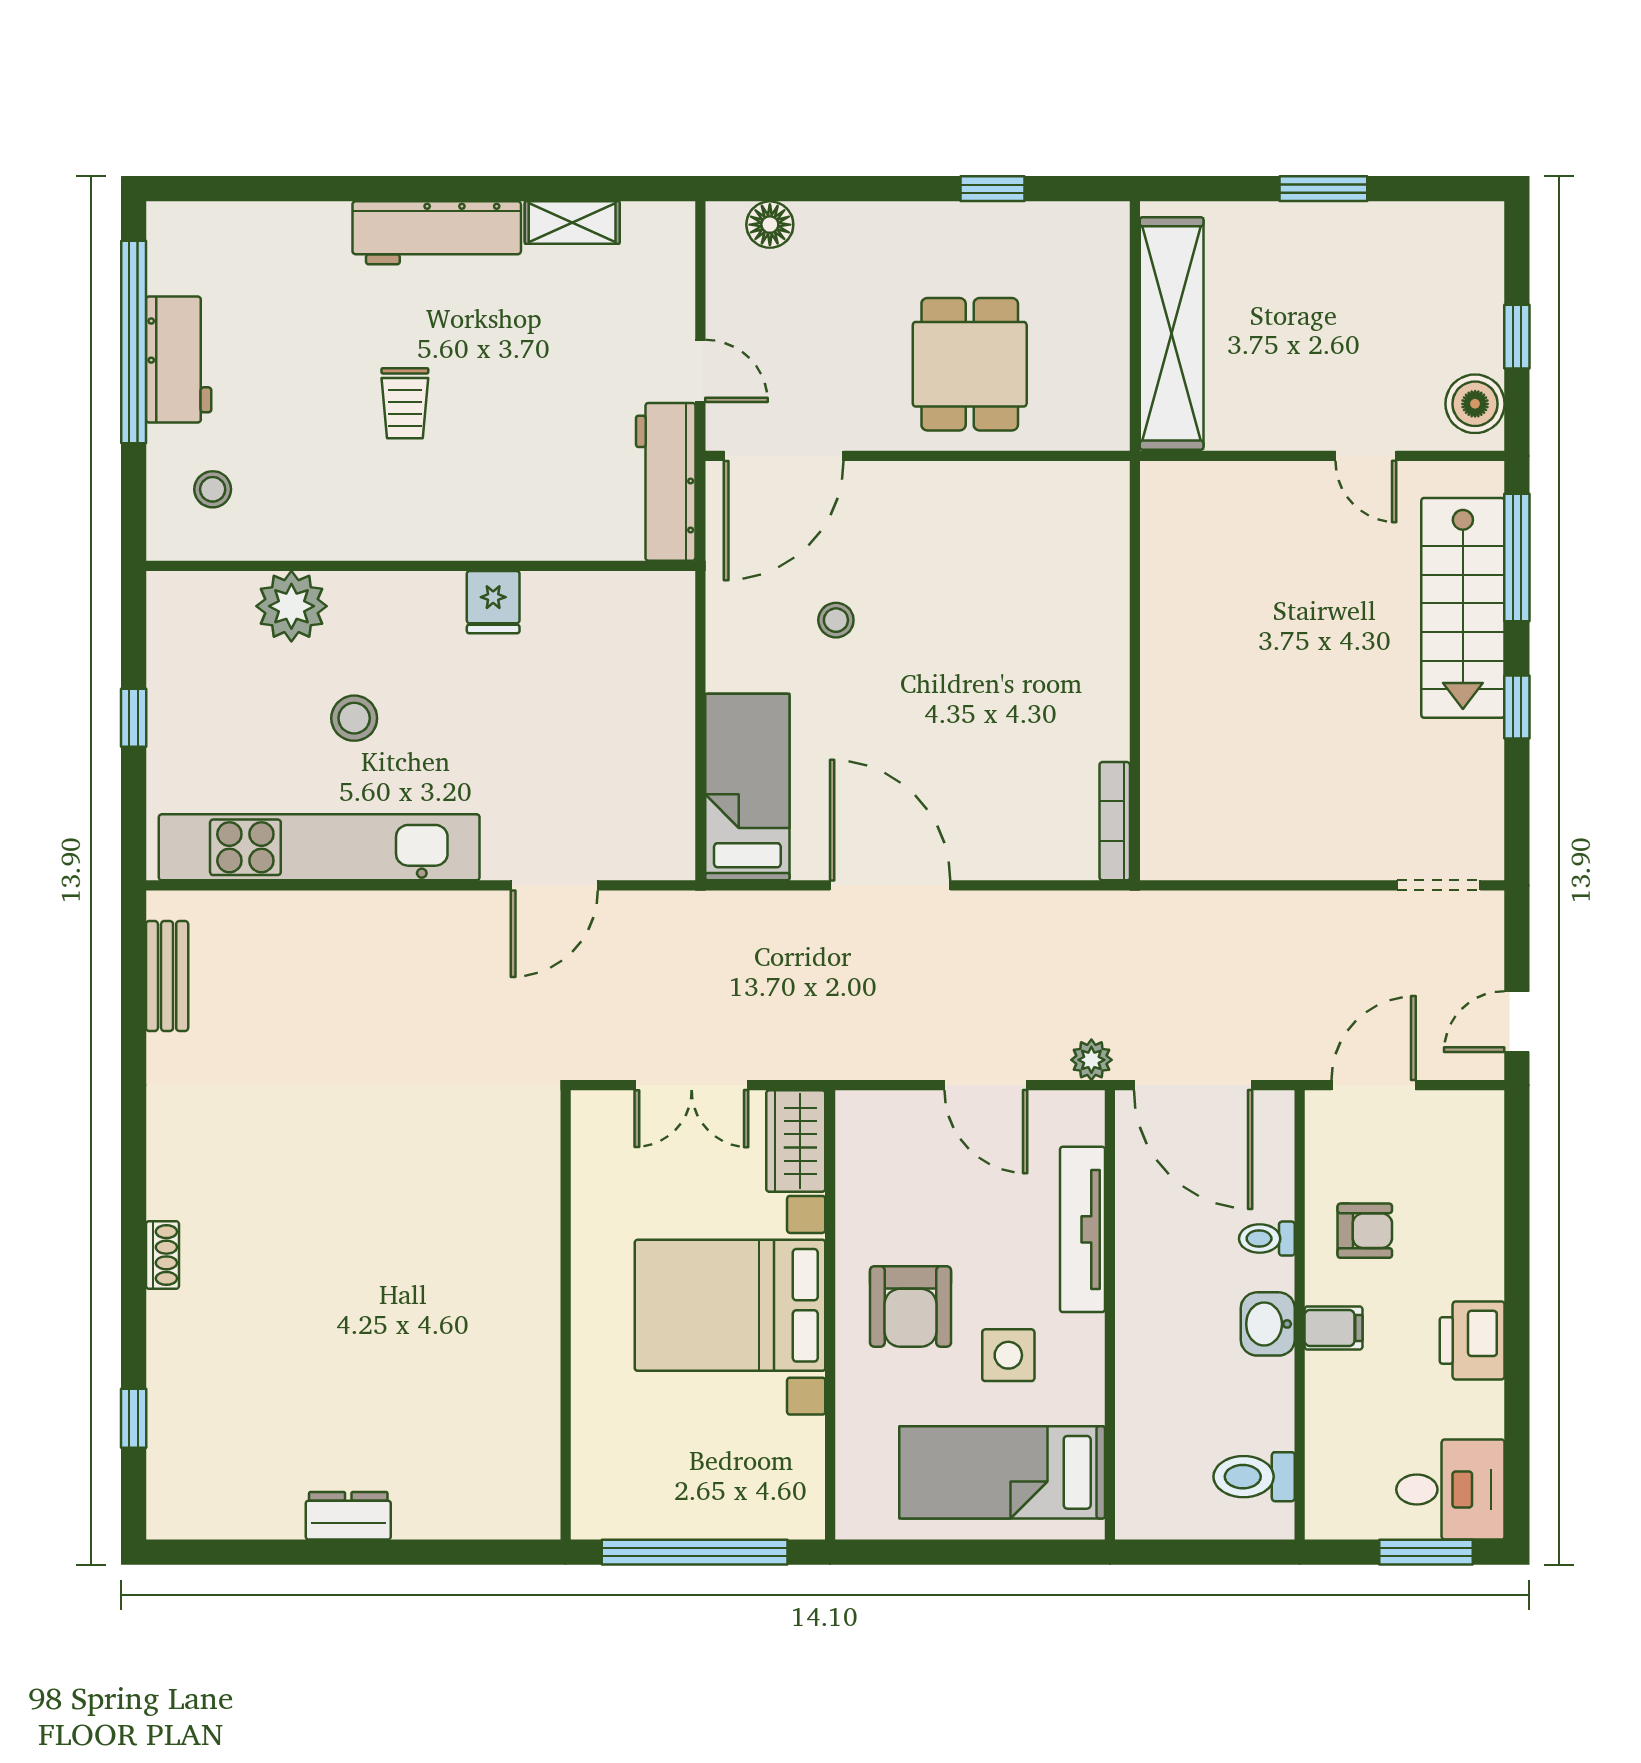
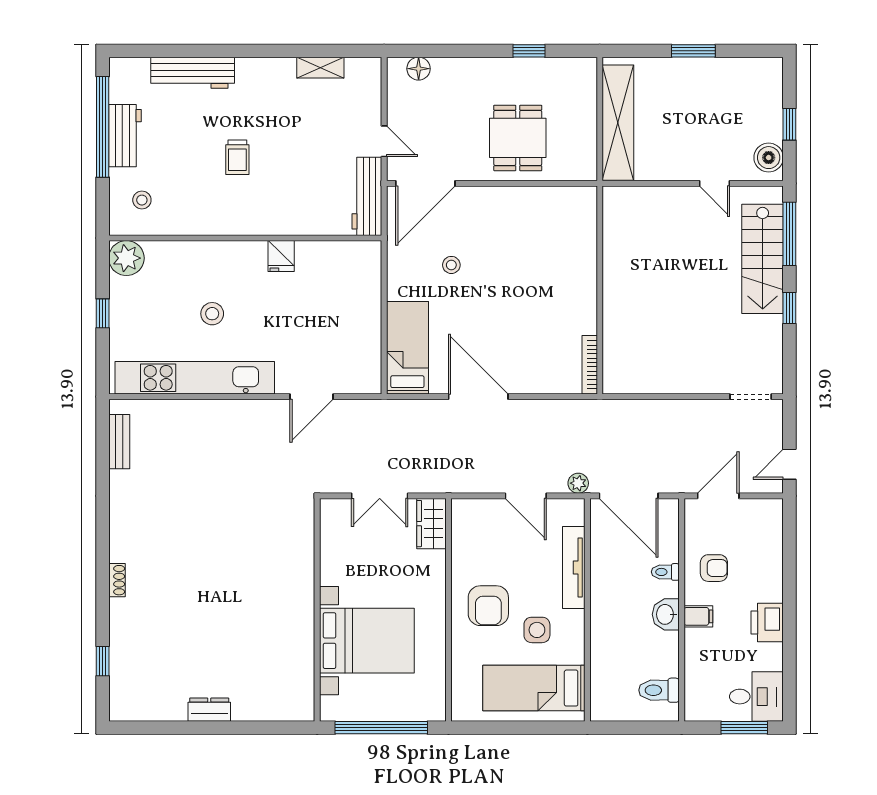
workbench: (437, 233) -> (193, 73), moved
plant: (291, 606) -> (126, 258), moved
bed with nightstands: (730, 1305) -> (367, 641), moved, turned 180

